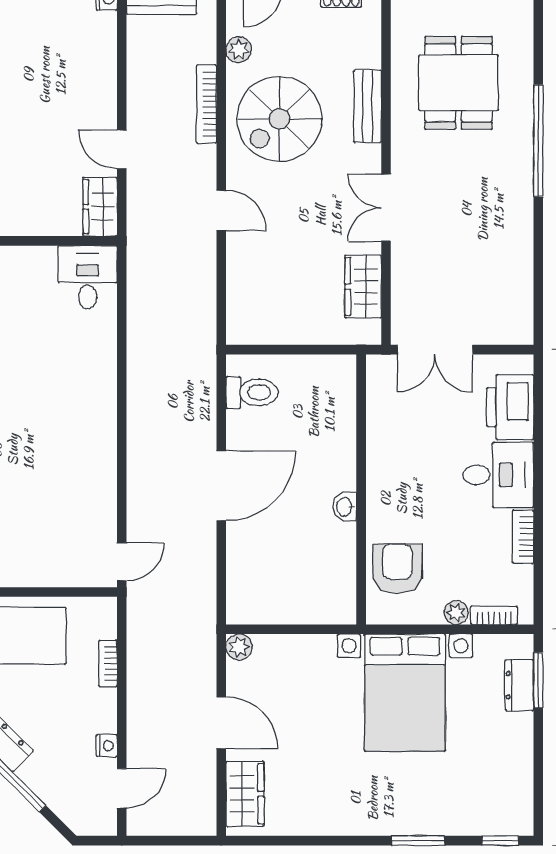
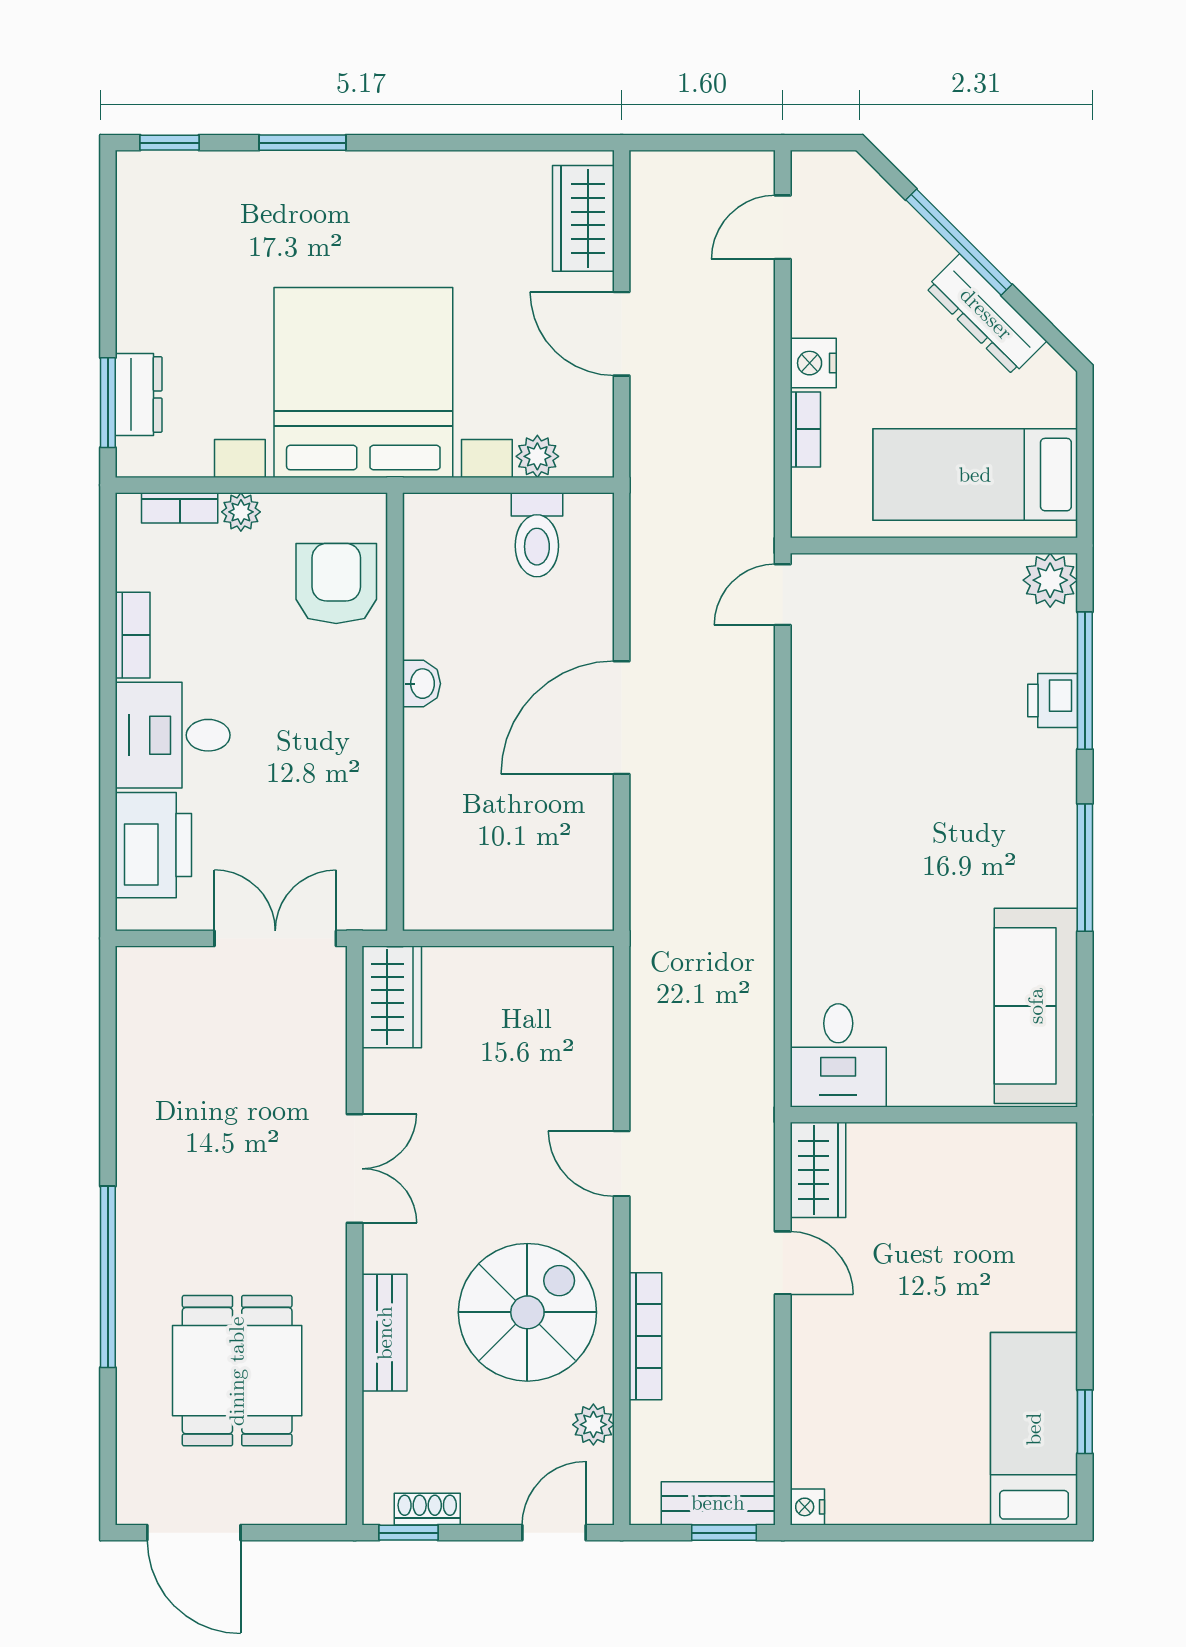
wardrobe: (363, 287) -> (392, 997), moved
toilet: (252, 392) -> (537, 535), moved, turned -90
armchair: (397, 569) -> (336, 583), turned 180
plant: (239, 647) -> (537, 456), moved
bed with nightstands: (405, 693) -> (363, 382), width x1.36
nightstand: (107, 746) -> (813, 363), moved, width x1.39, depth x1.35

